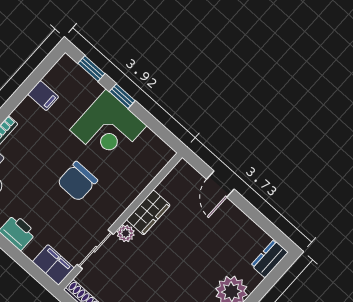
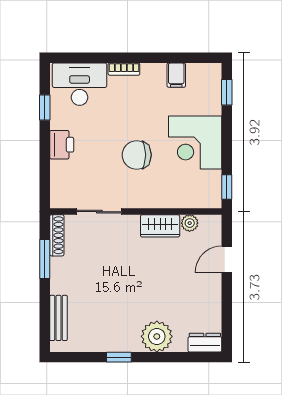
window: (122, 96) -> (227, 187), moved
plant: (126, 233) -> (190, 223), moved
filing cabinet: (53, 265) -> (61, 191), removed

